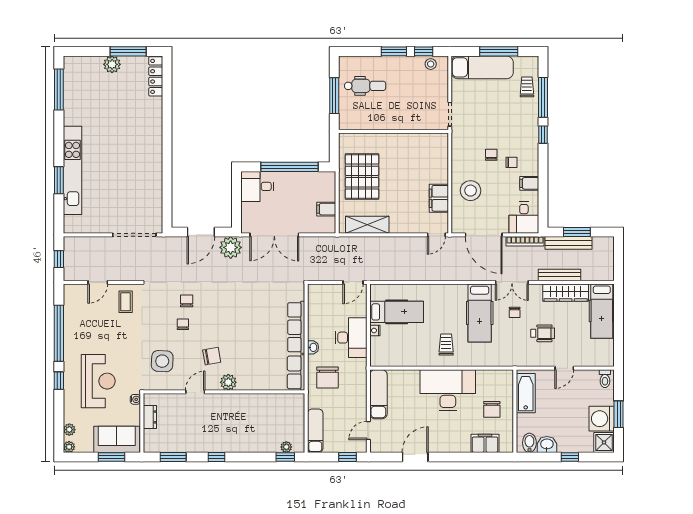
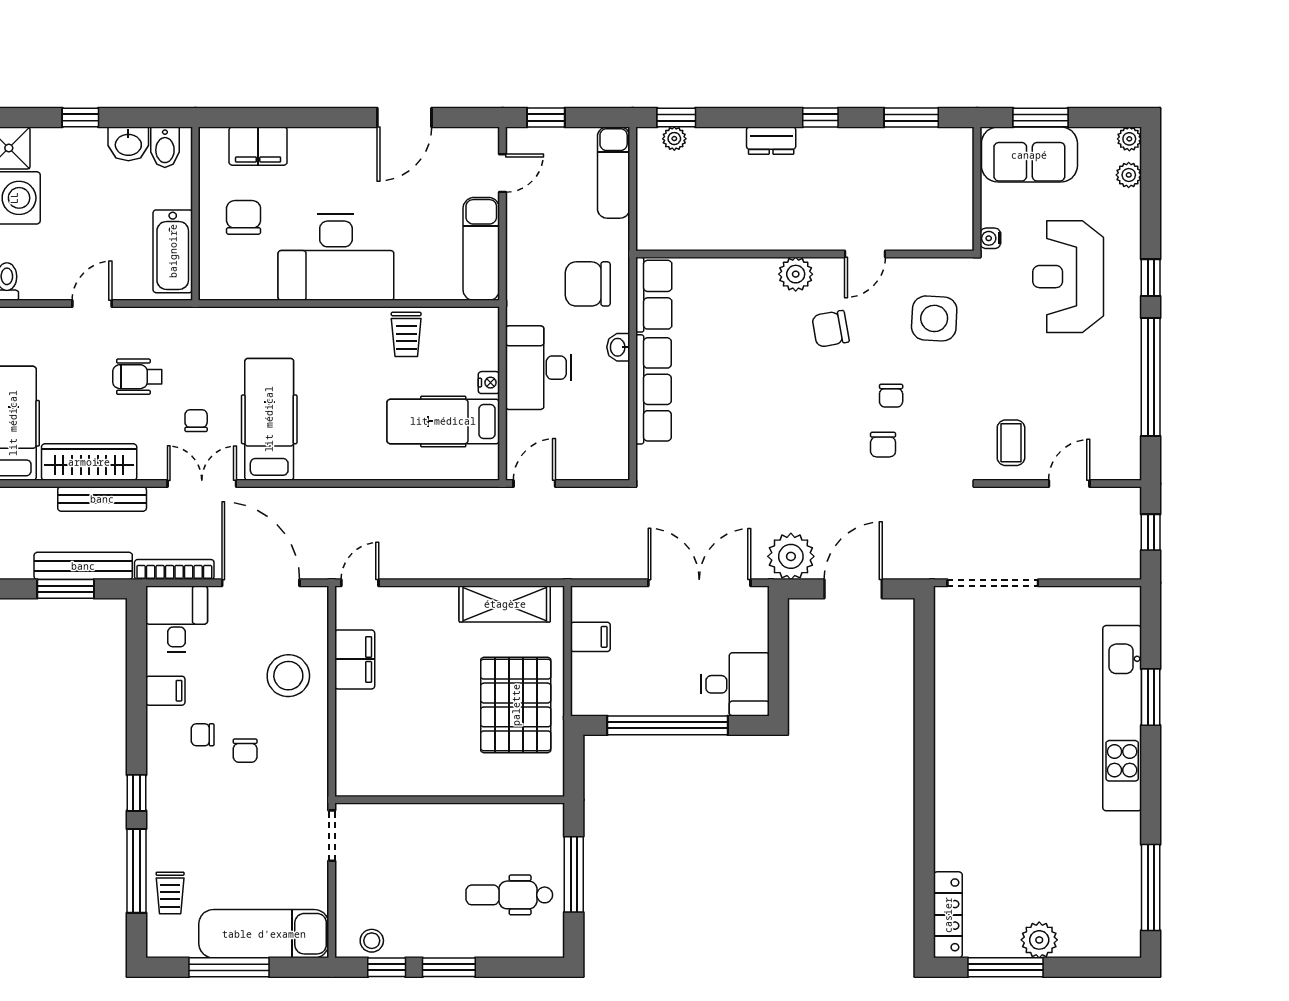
trolley: (446, 344) -> (406, 334), moved
chair: (328, 378) -> (588, 284), turned -90
dresser: (150, 417) -> (771, 141), moved, turned -90

